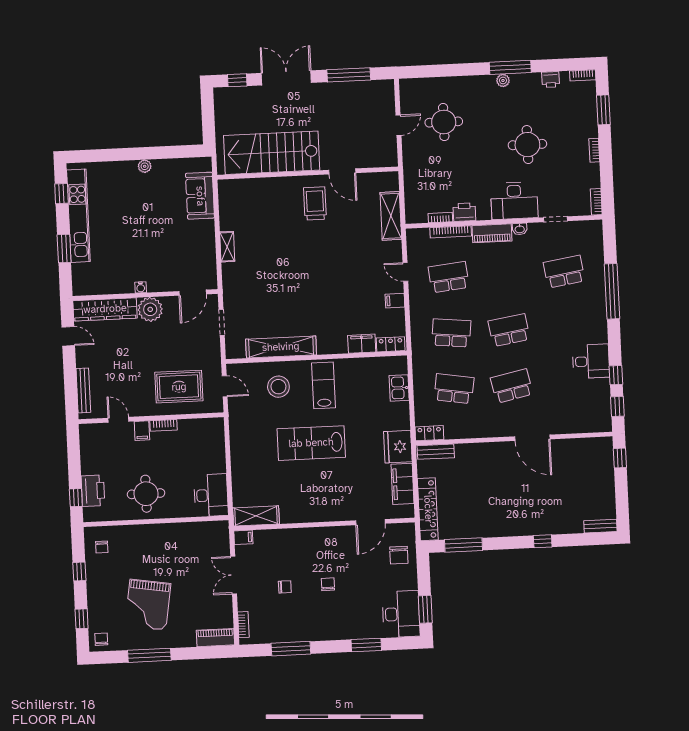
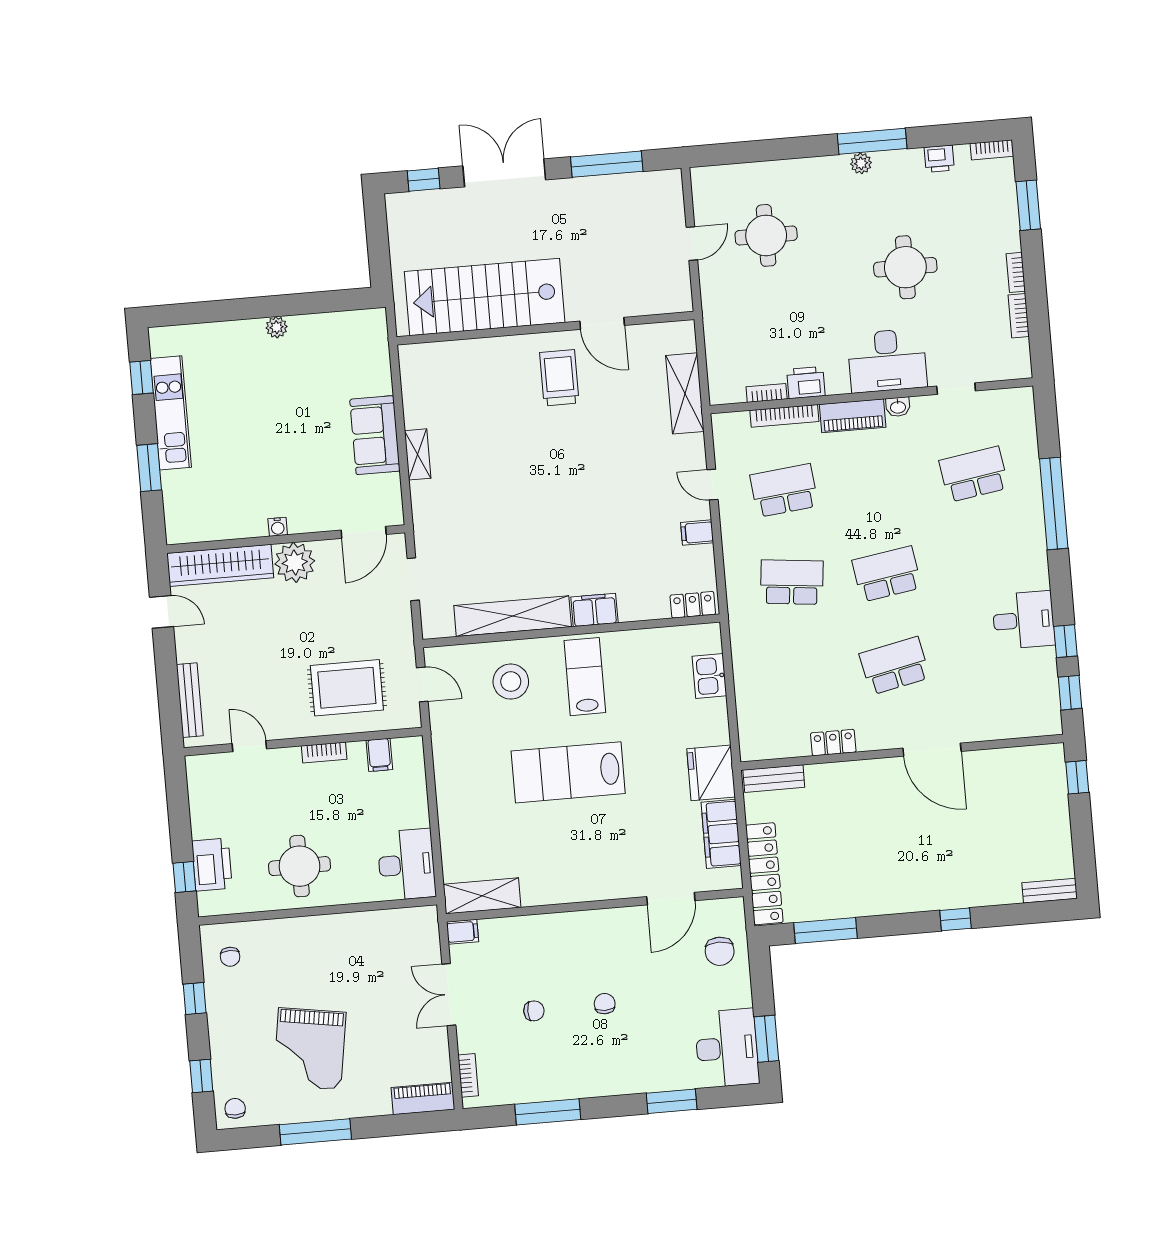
sofa: (200, 196) -> (375, 435), moved
bookcase: (596, 202) -> (1019, 316), moved
kitchen unit: (78, 216) -> (171, 413), width x0.73
filing cabinet: (362, 344) -> (594, 610), moved
school desk: (454, 389) -> (800, 674), removed
filing cabinet: (142, 431) -> (379, 755), moved
locker: (429, 433) -> (833, 743), moved

